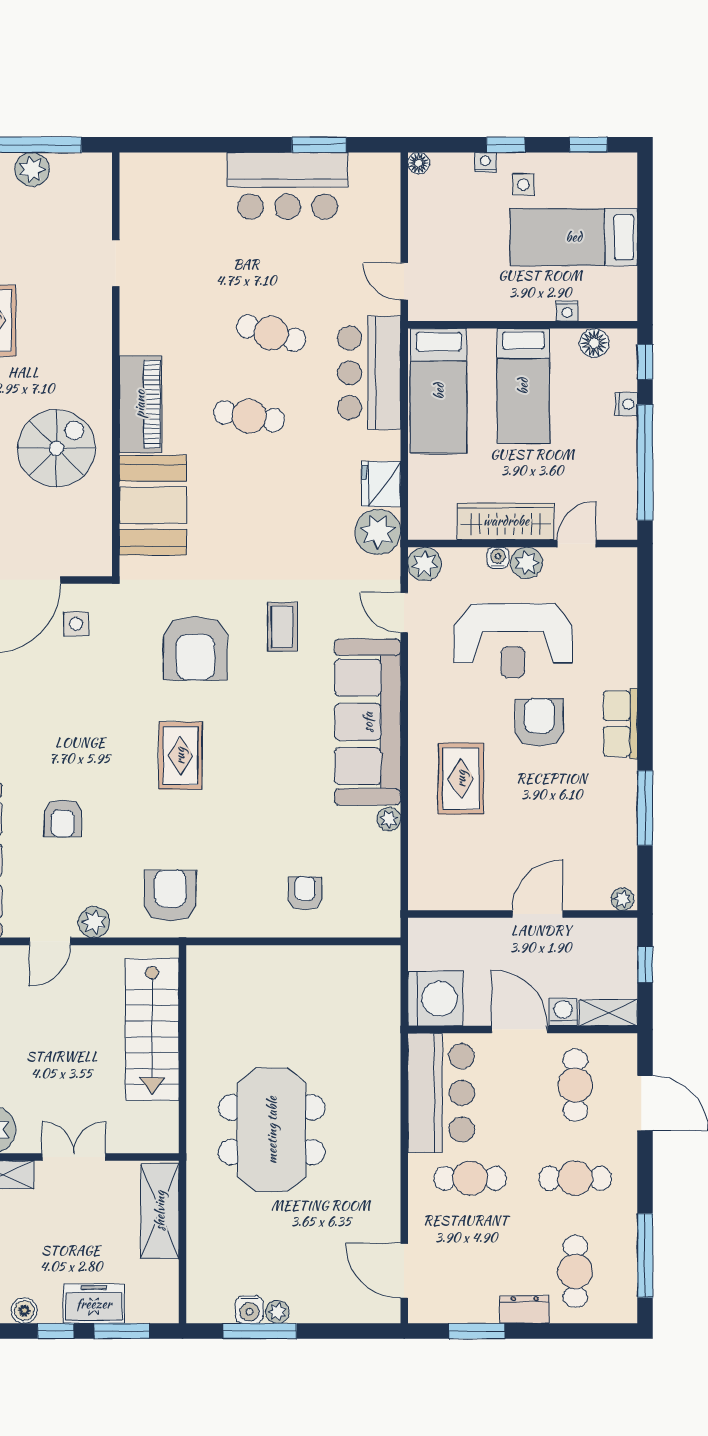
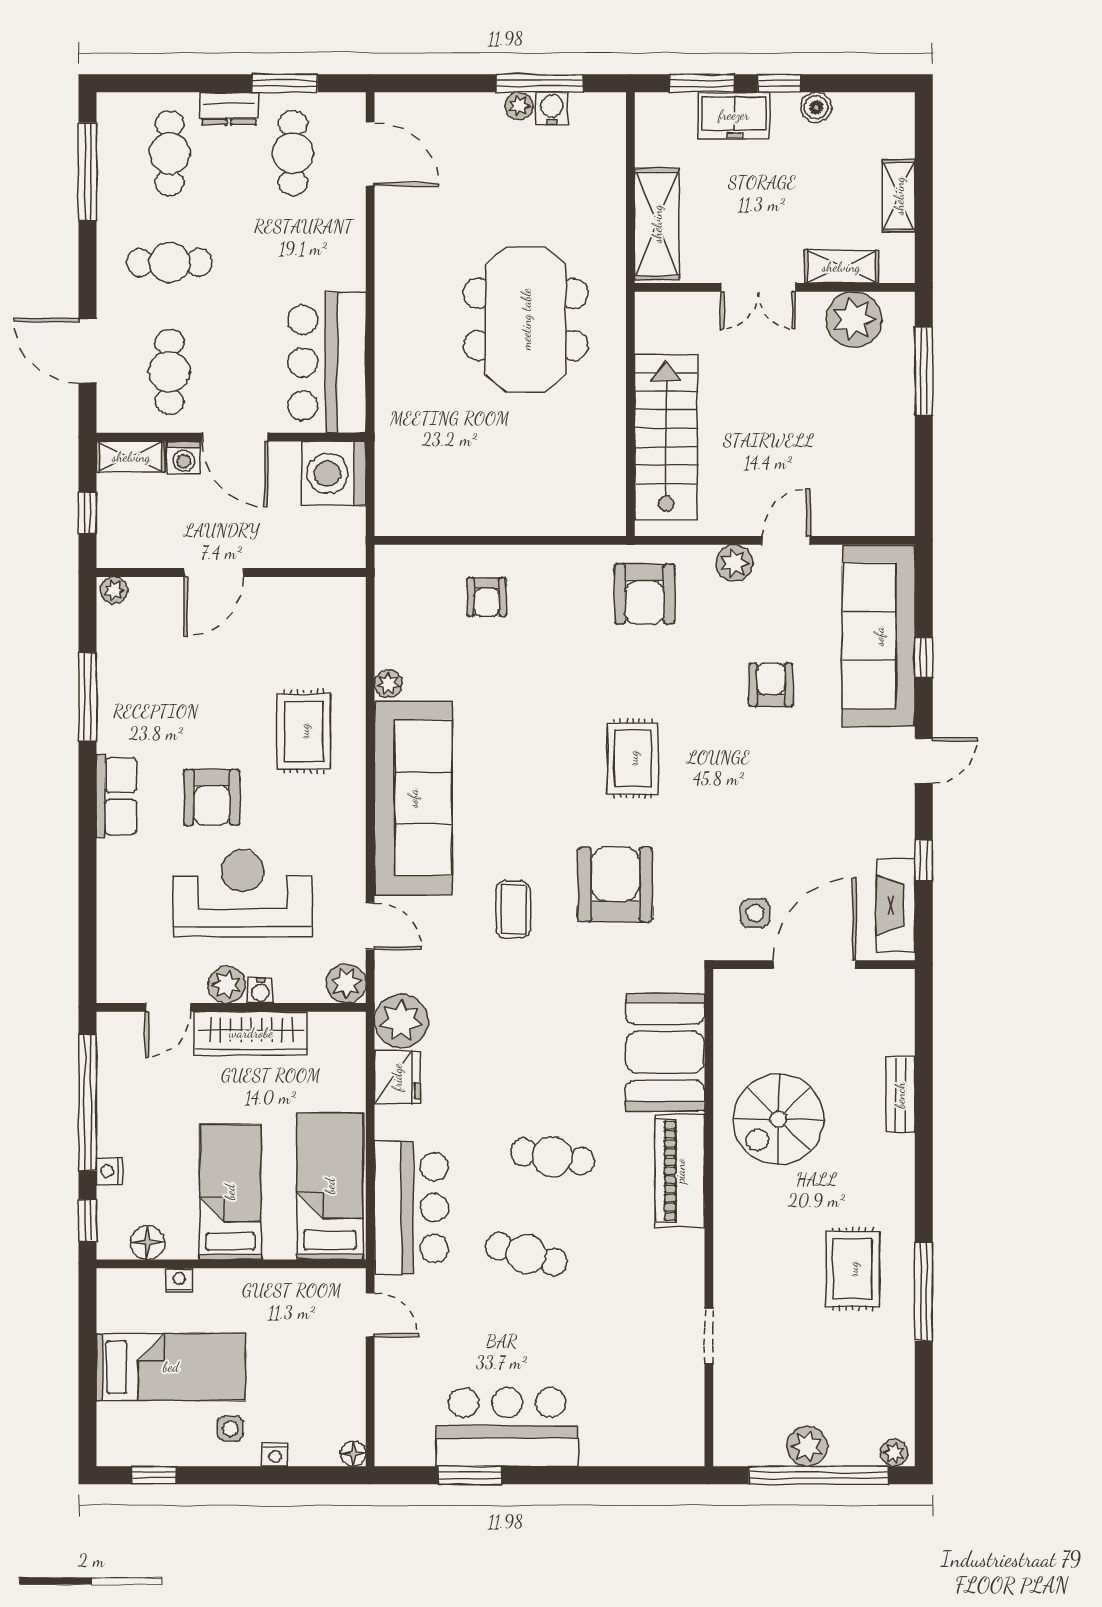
window: (506, 145) -> (251, 1475), removed
cafe table: (470, 1178) -> (293, 153), moved, turned 90

